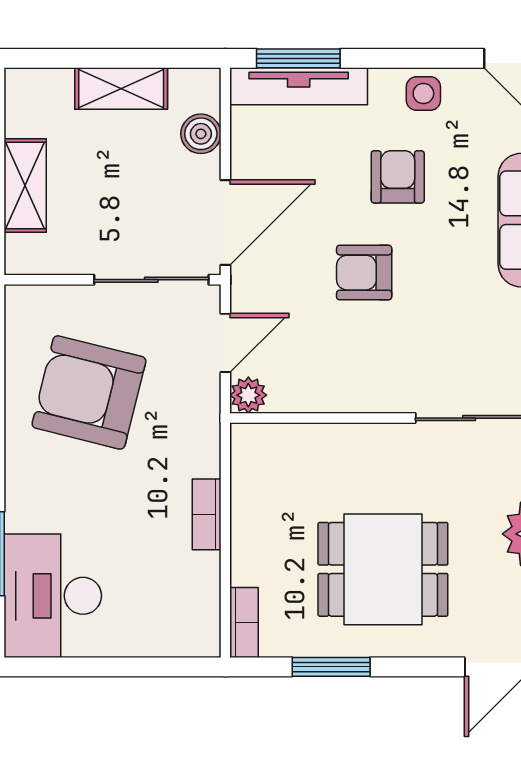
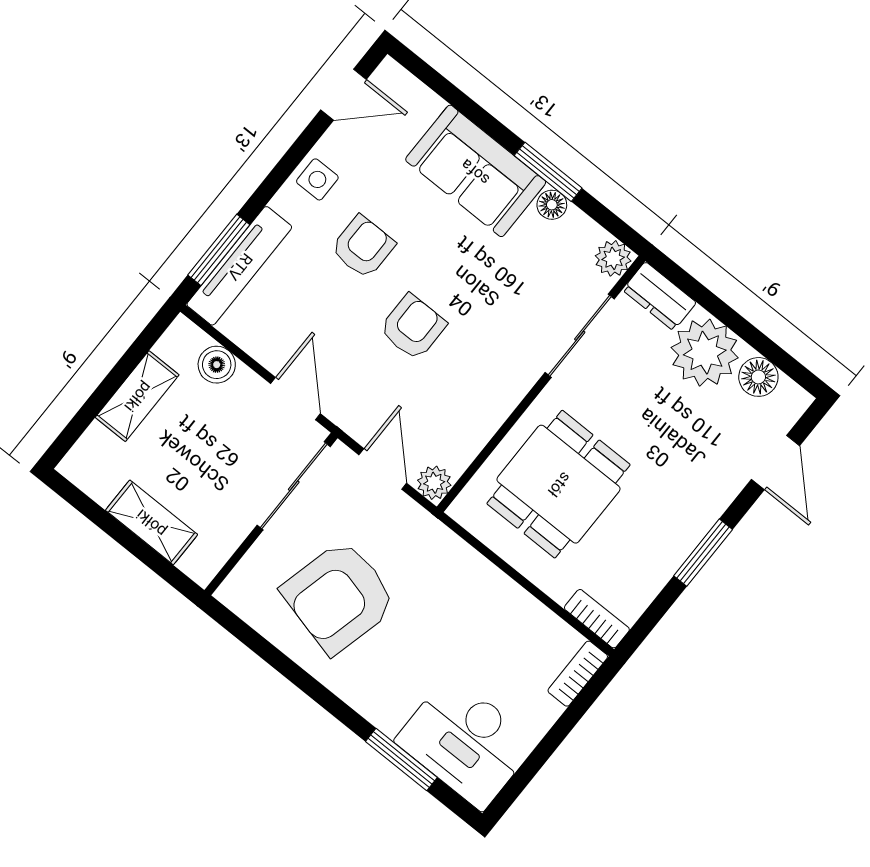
armchair: (398, 177) -> (363, 247), turned 90
door: (225, 223) -> (295, 399), width x0.73
armchair: (364, 273) -> (413, 327), turned 180
bookcase: (207, 514) -> (578, 674), moved, turned 90
dining table: (383, 569) -> (558, 484), moved
window: (331, 667) -> (703, 553), moved

